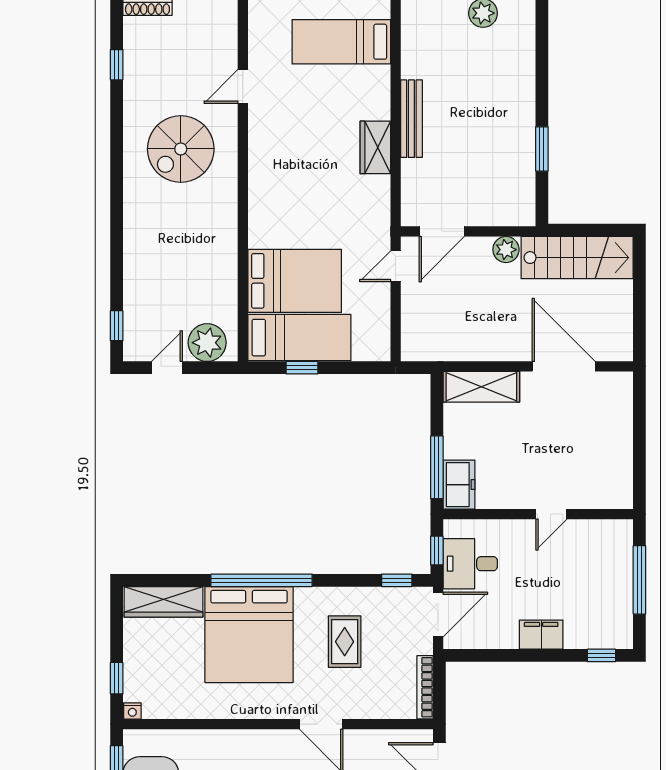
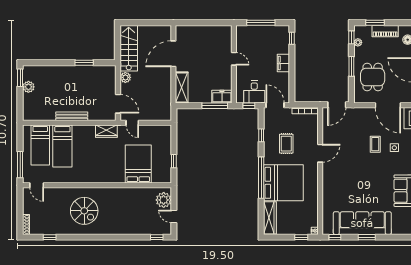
door: (243, 86) -> (37, 185), moved
wardrobe: (375, 147) -> (106, 131), moved
bed: (299, 338) -> (62, 146), moved, turned 180
window: (397, 580) -> (261, 135), moved
rug: (345, 642) -> (286, 144), turned 90

